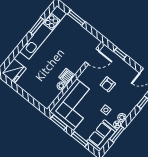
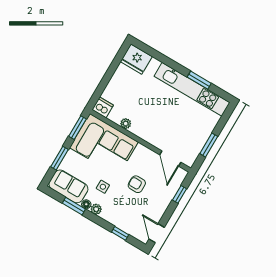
window: (76, 18) -> (209, 145), moved
dishwasher: (67, 76) -> (103, 107), moved

